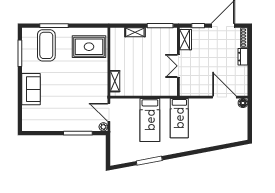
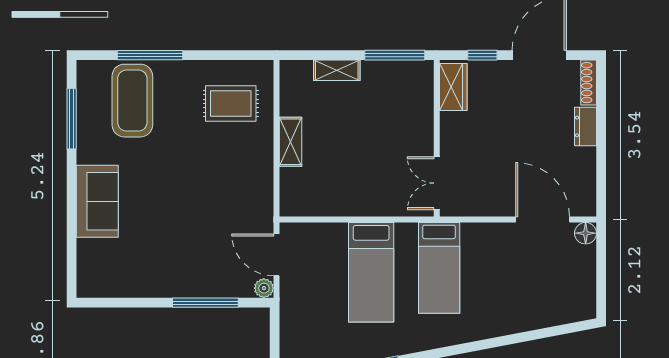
rug: (89, 47) -> (231, 104), width x0.73, depth x0.70
double door: (178, 66) -> (437, 183), moved
shelving: (115, 81) -> (291, 142), moved

